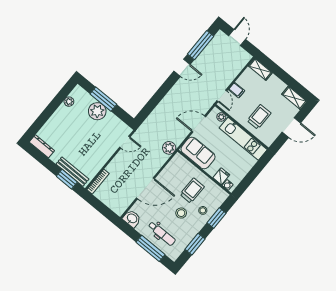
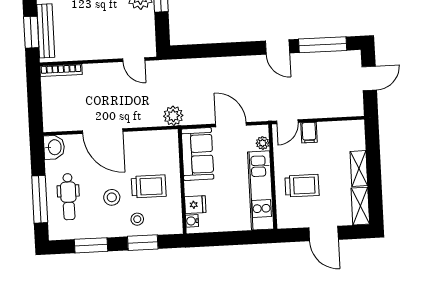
shelving: (260, 69) -> (359, 168), moved

